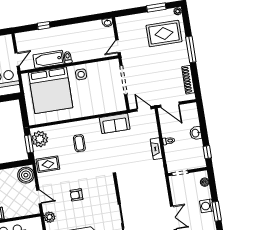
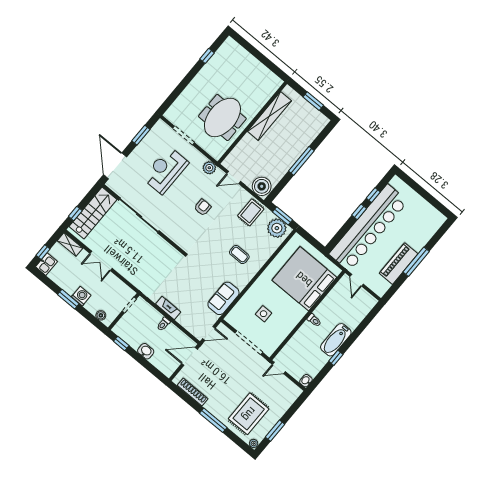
window: (44, 26) -> (336, 358), moved
door: (118, 46) -> (279, 368), swing flipped
bathtub: (49, 59) -> (336, 340), moved, turned 180
side table: (81, 74) -> (264, 314), moved

